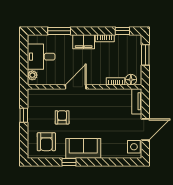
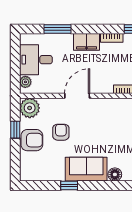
plant: (36, 97) -> (30, 108), added
armchair: (46, 142) -> (32, 140), moved, turned -90
floor lamp: (107, 153) -> (115, 174), added

